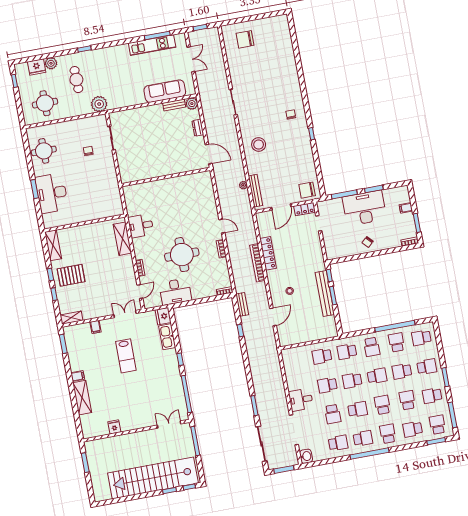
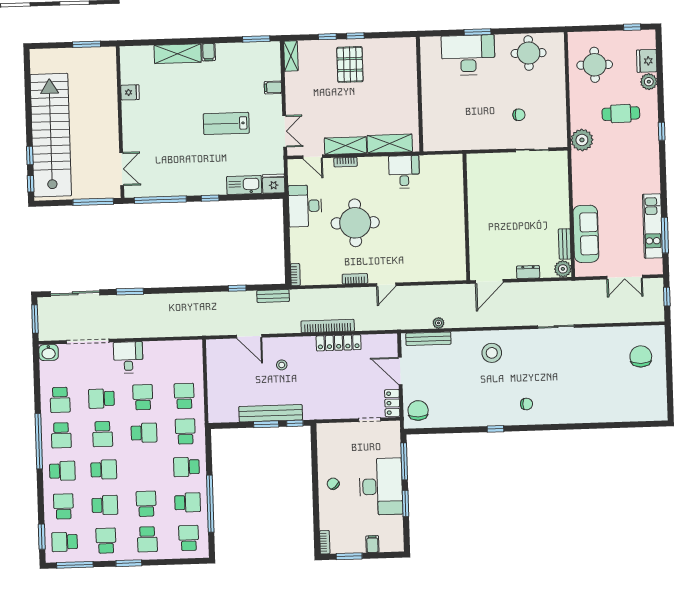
shelving: (53, 245) -> (345, 146), moved
school desk: (377, 376) -> (145, 468), removed
school desk: (352, 380) -> (144, 433), turned 90
school desk: (437, 425) -> (65, 542), turned 180

